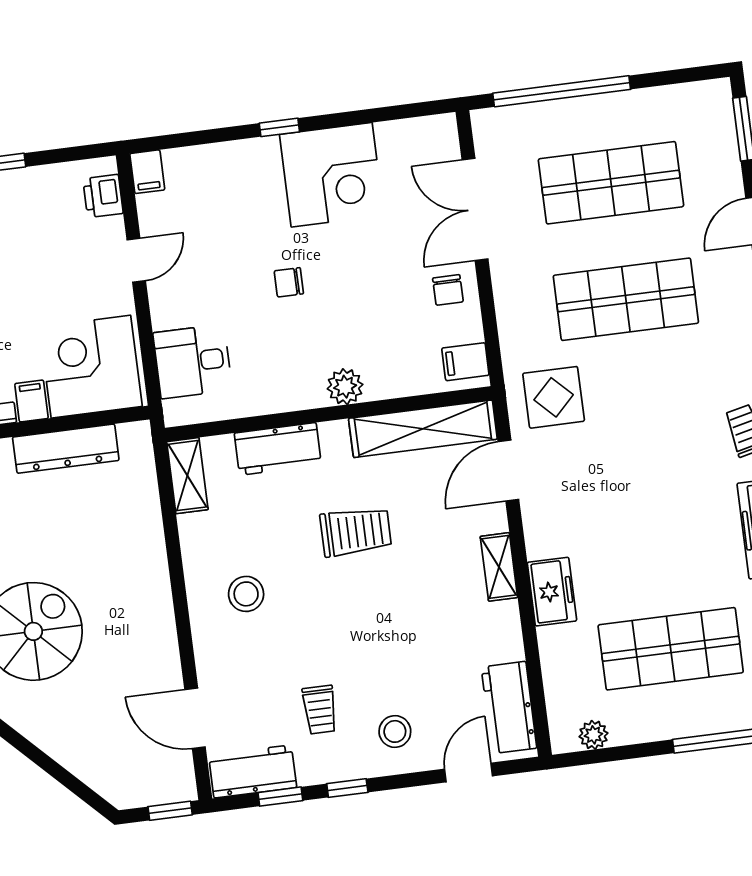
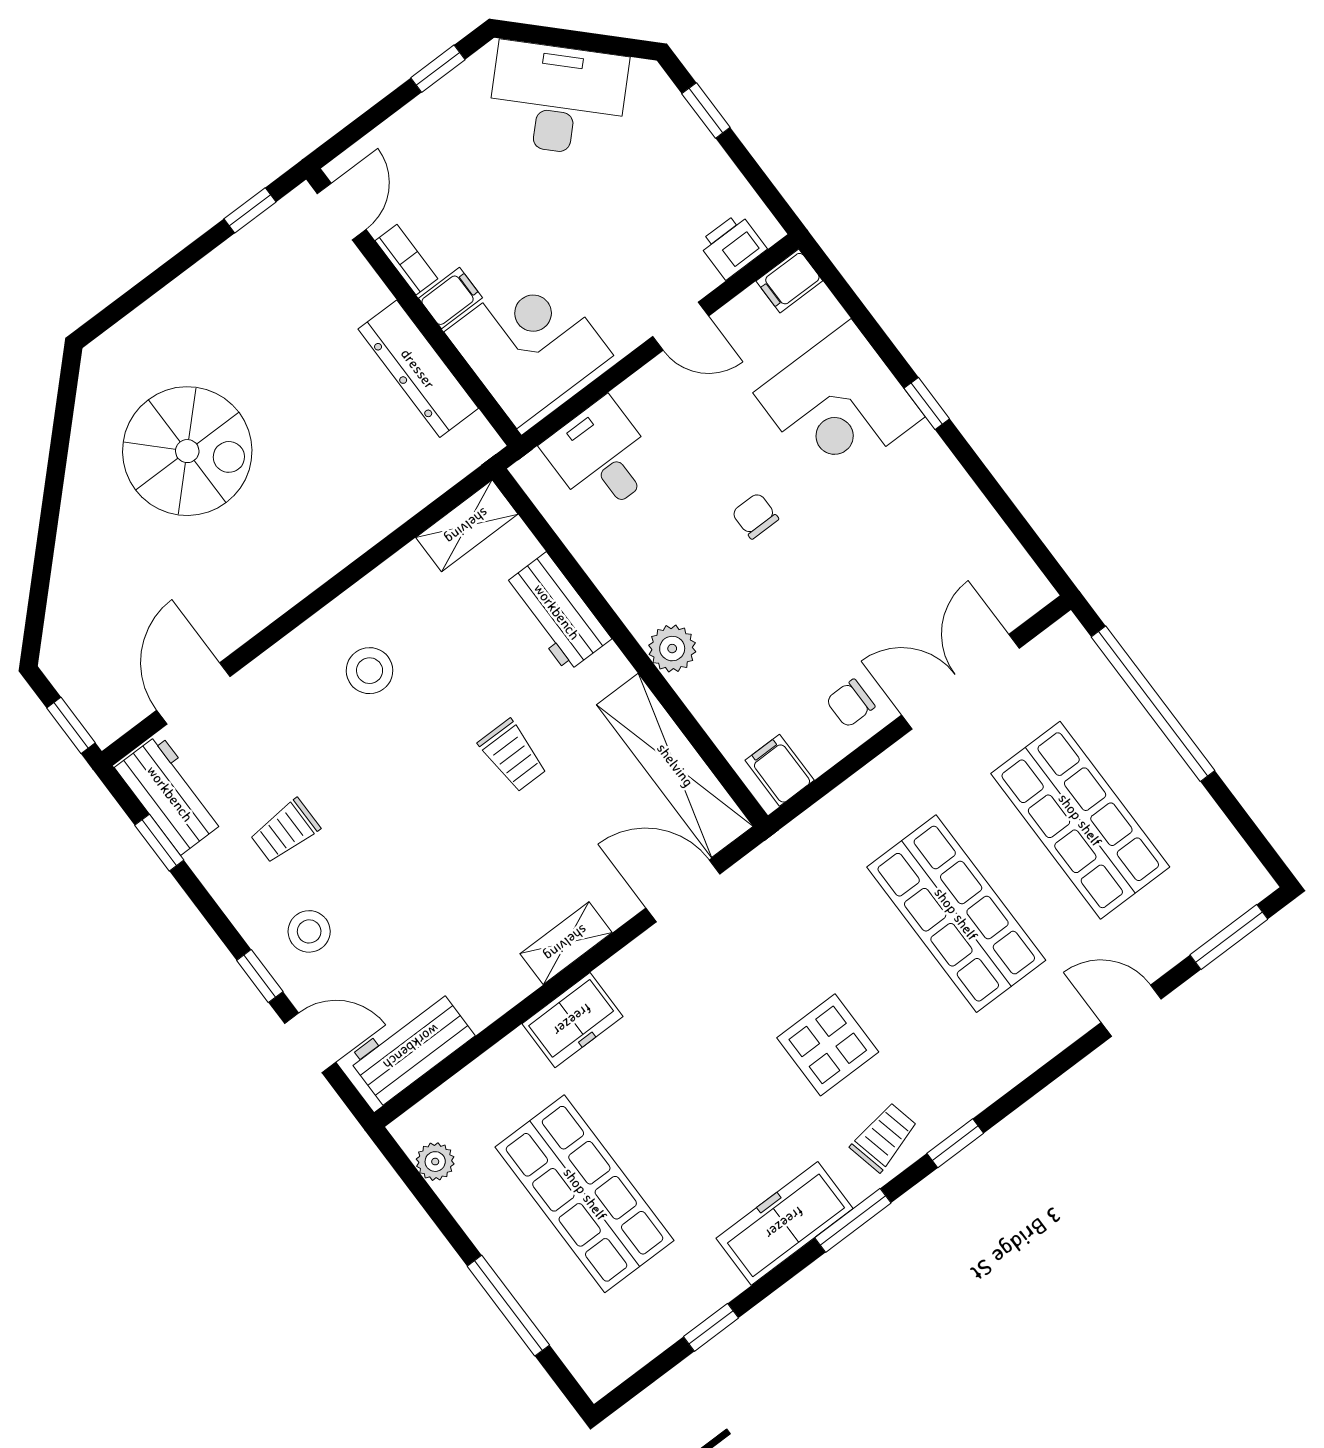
corner desk: (332, 175) -> (839, 405), moved
display table: (554, 397) -> (828, 1045), moved
trolley: (356, 532) -> (513, 756), width x0.73, depth x0.72
window: (347, 788) -> (260, 976), moved

